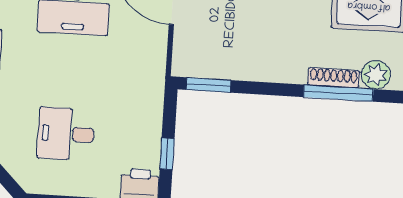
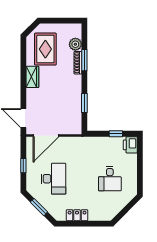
window: (208, 85) -> (84, 103), moved
window: (338, 93) -> (84, 60), width x0.69

